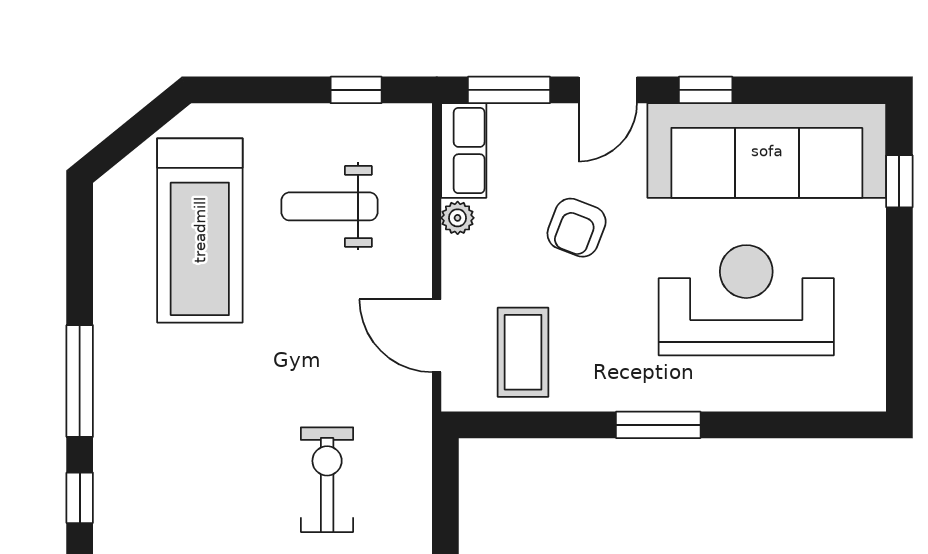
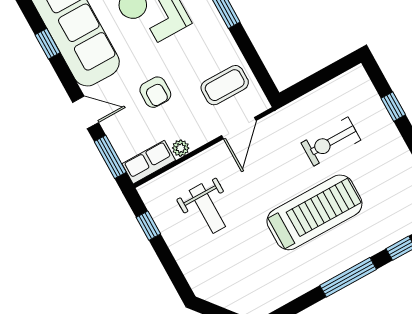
window: (706, 90) -> (48, 44), moved
armchair: (577, 228) -> (155, 92), turned 69
treadmill: (200, 230) -> (314, 212), moved

